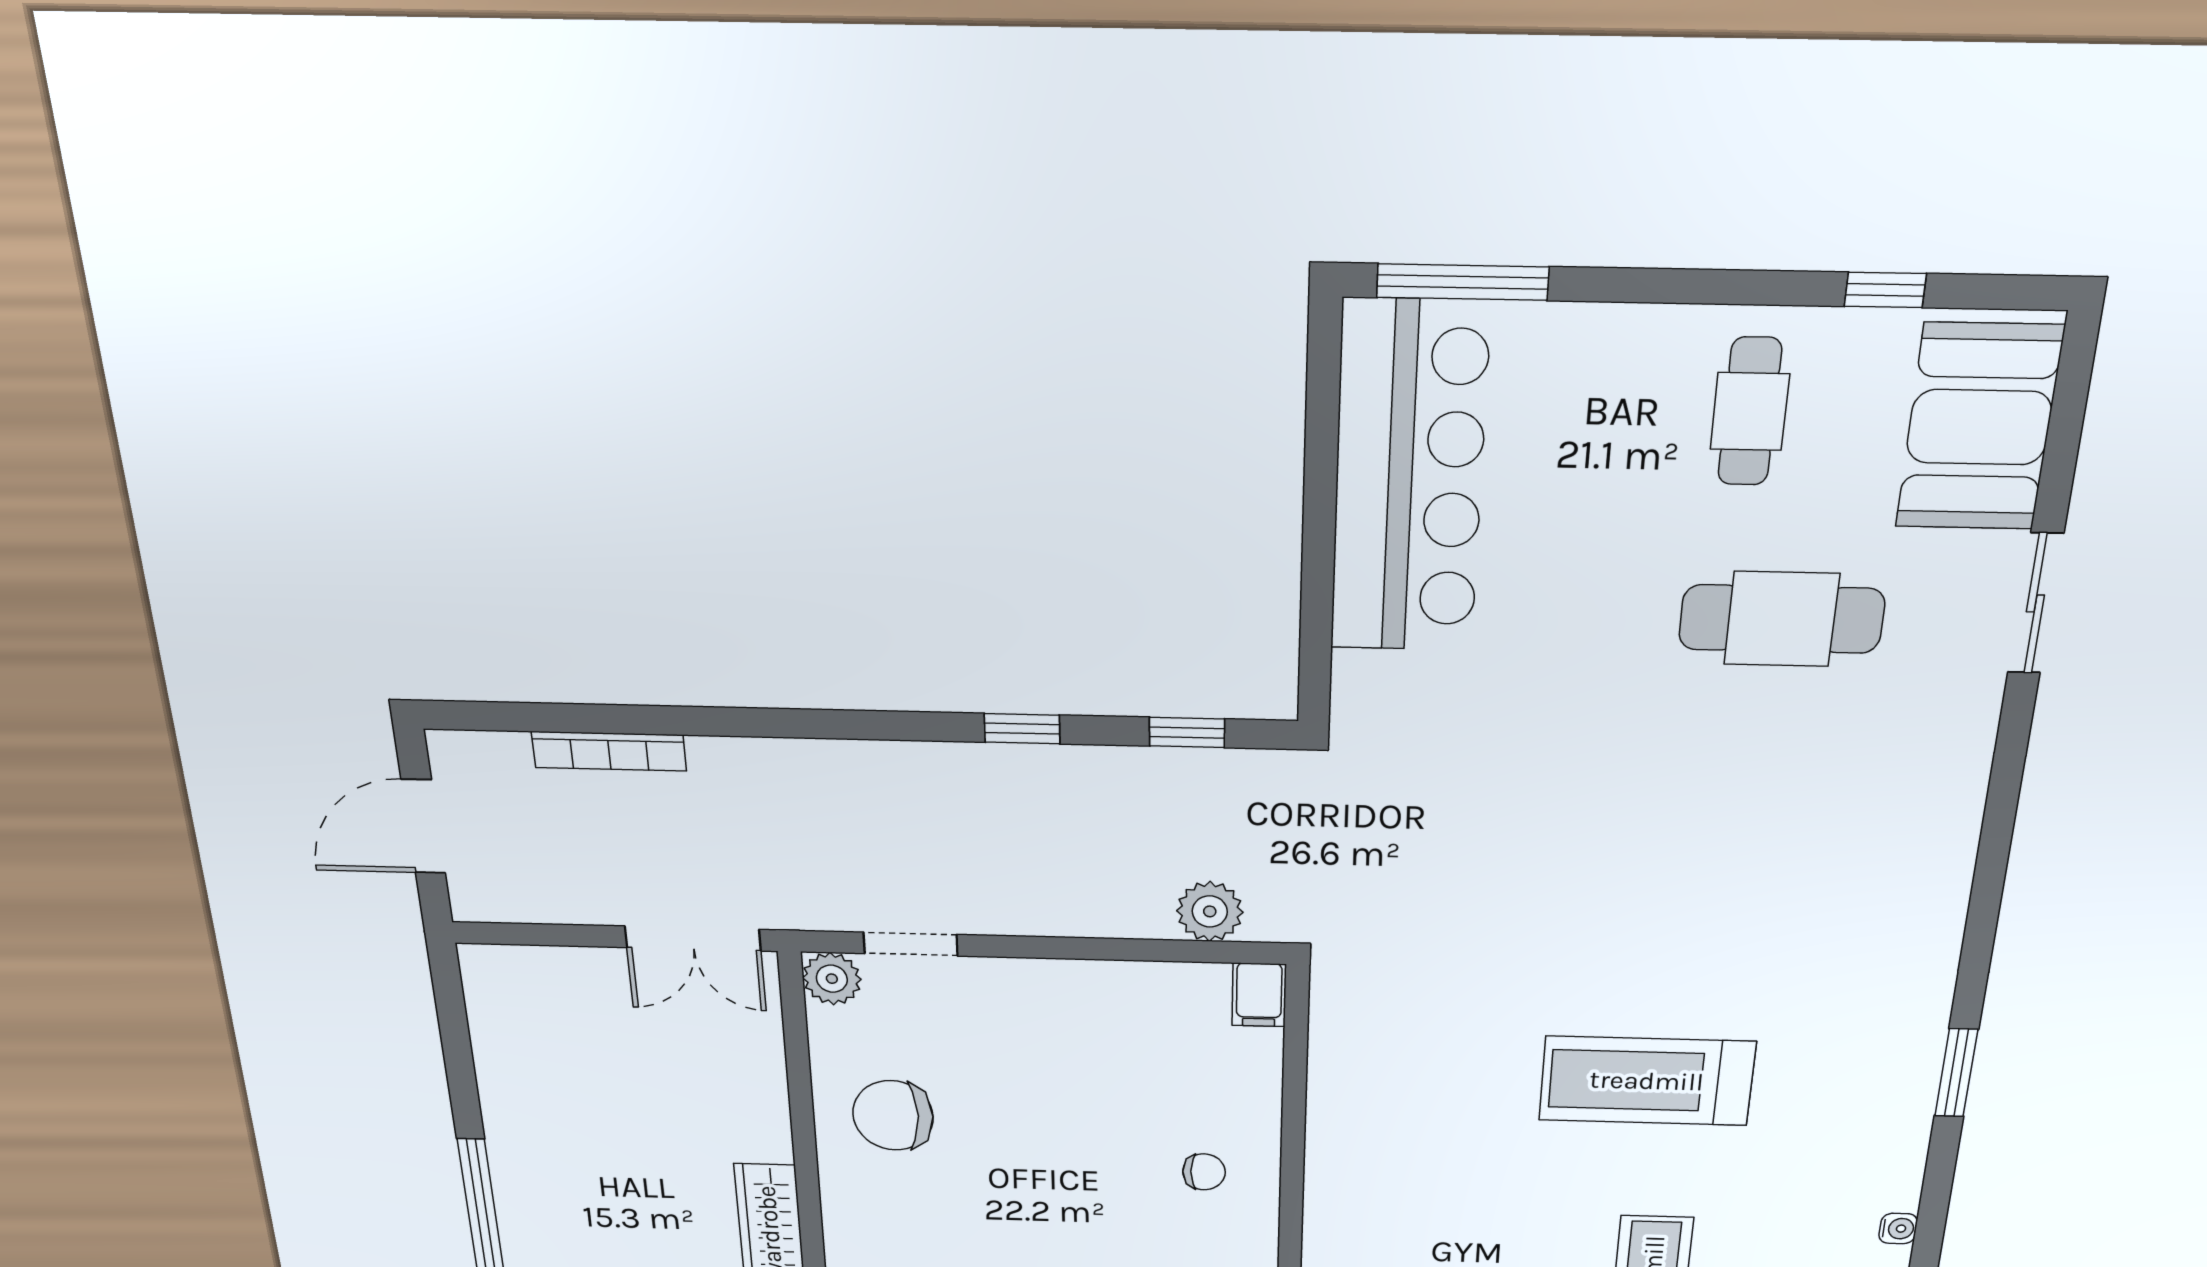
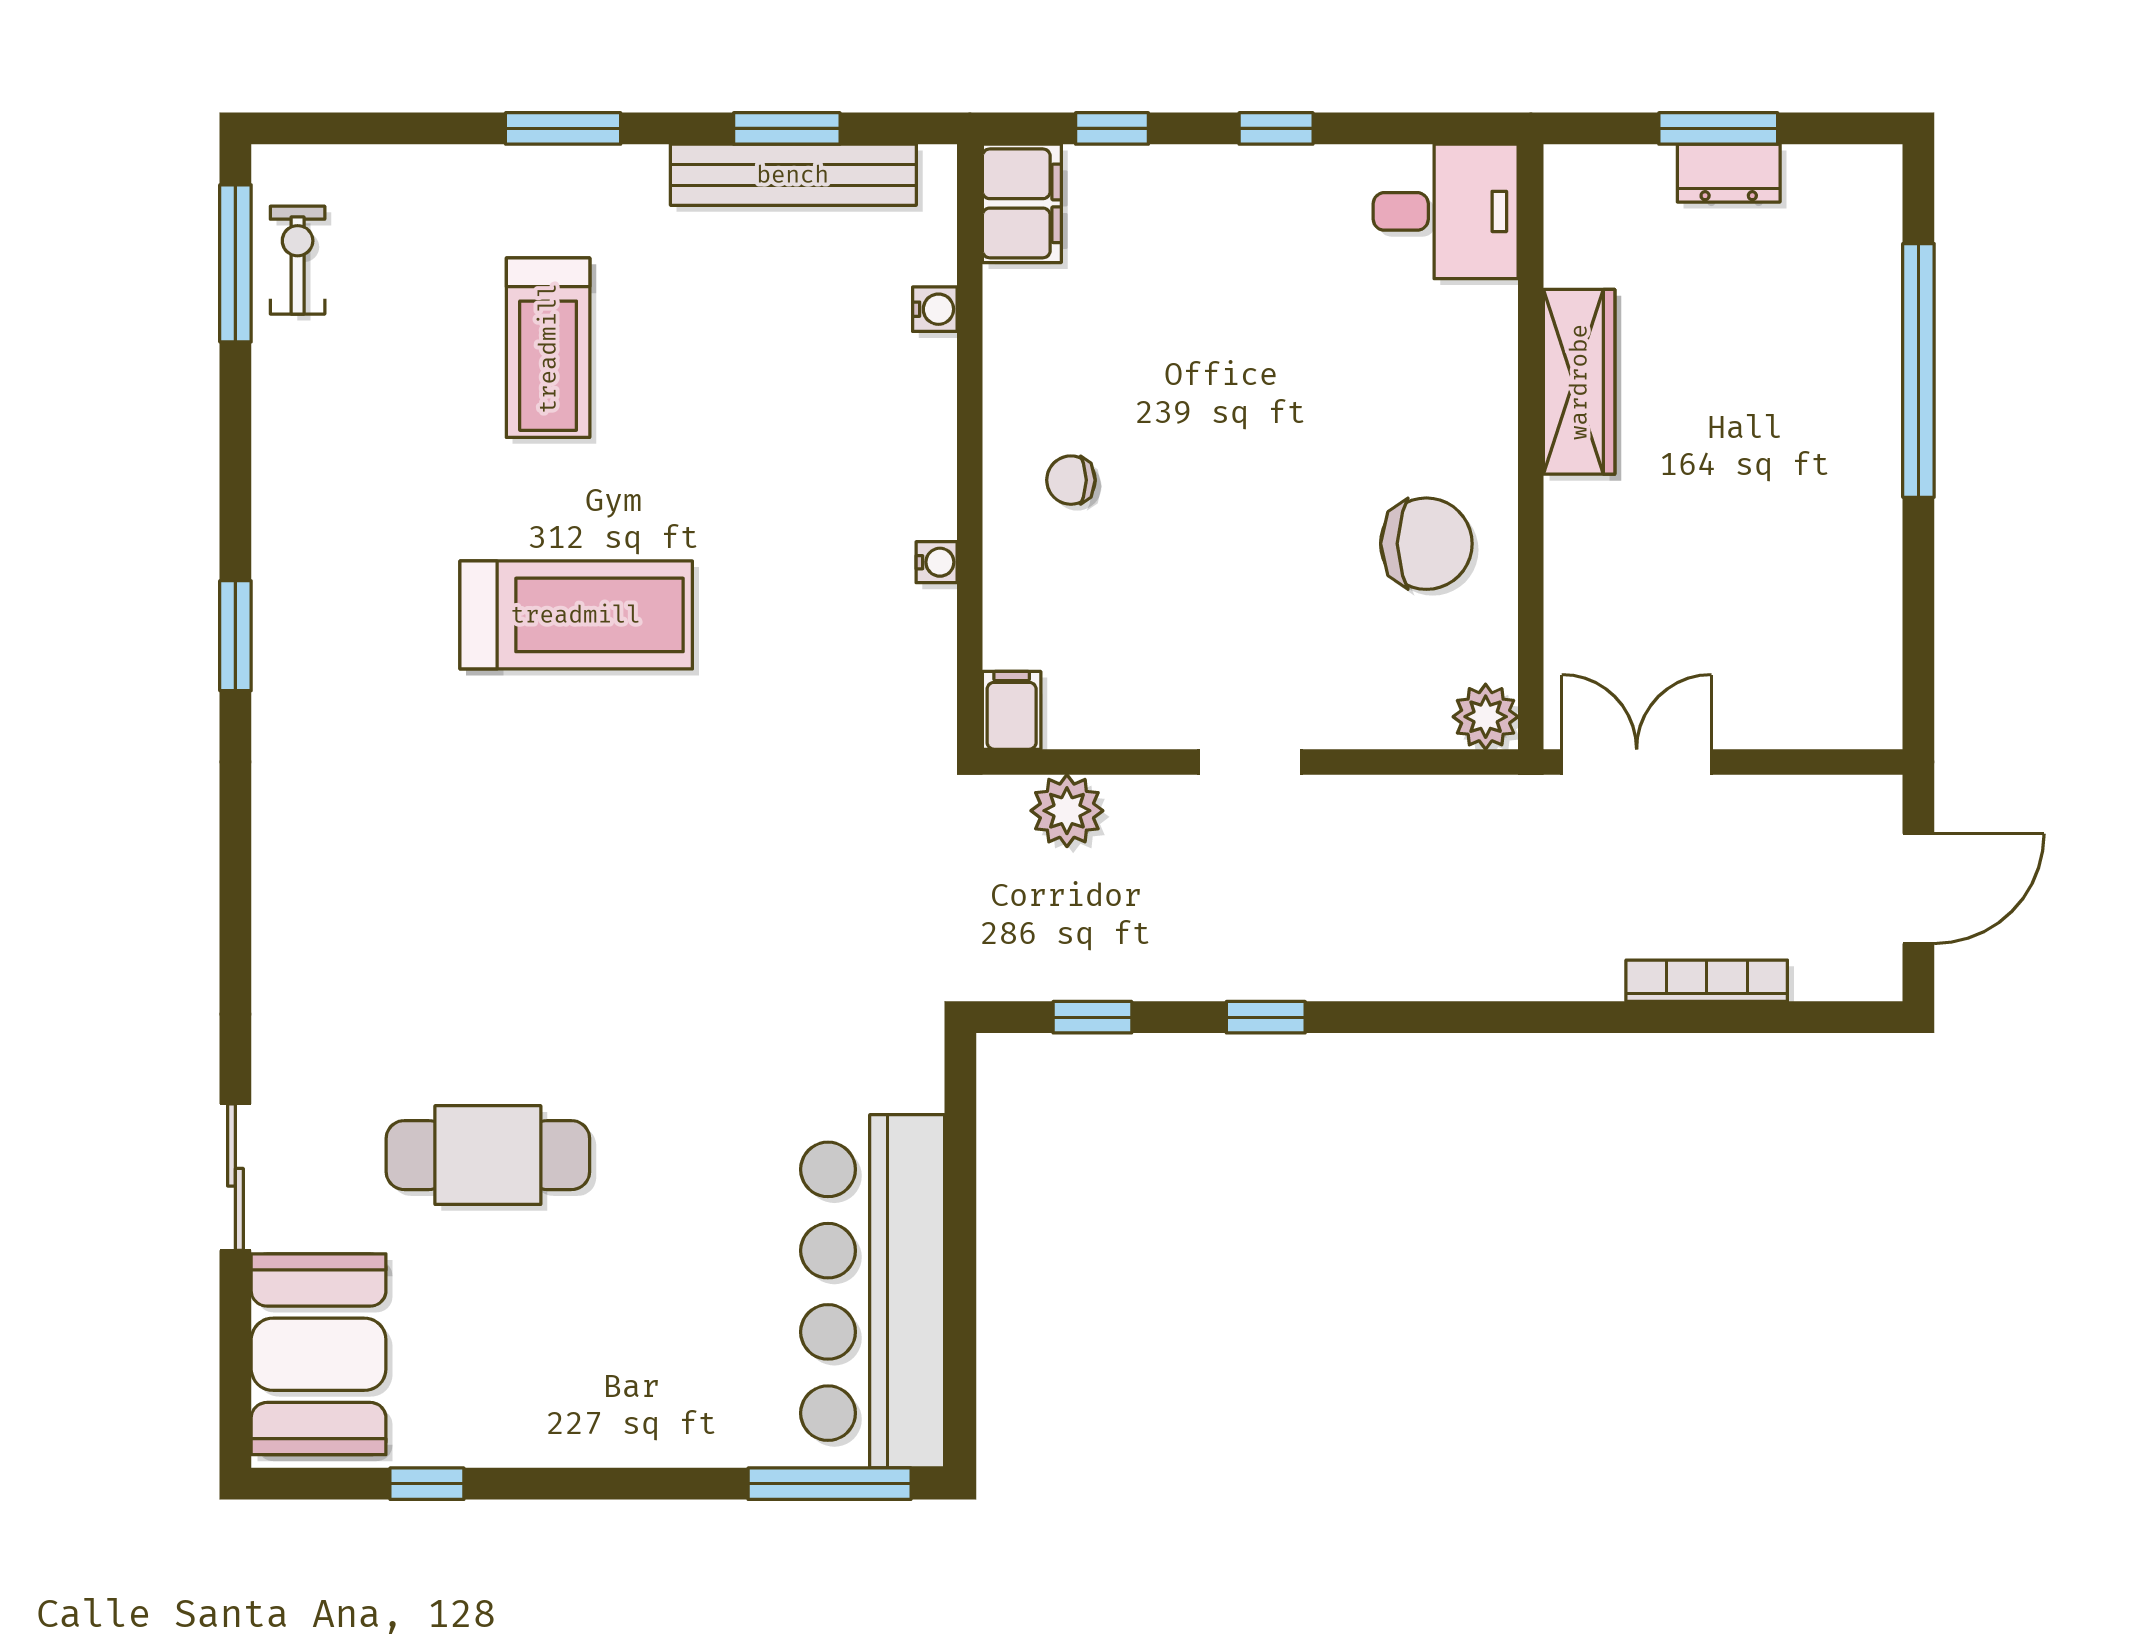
cafe table: (1750, 412) -> (543, 1365), removed
doorway: (911, 944) -> (1250, 762), moved
water cooler: (1898, 1229) -> (937, 562), moved, turned 180

